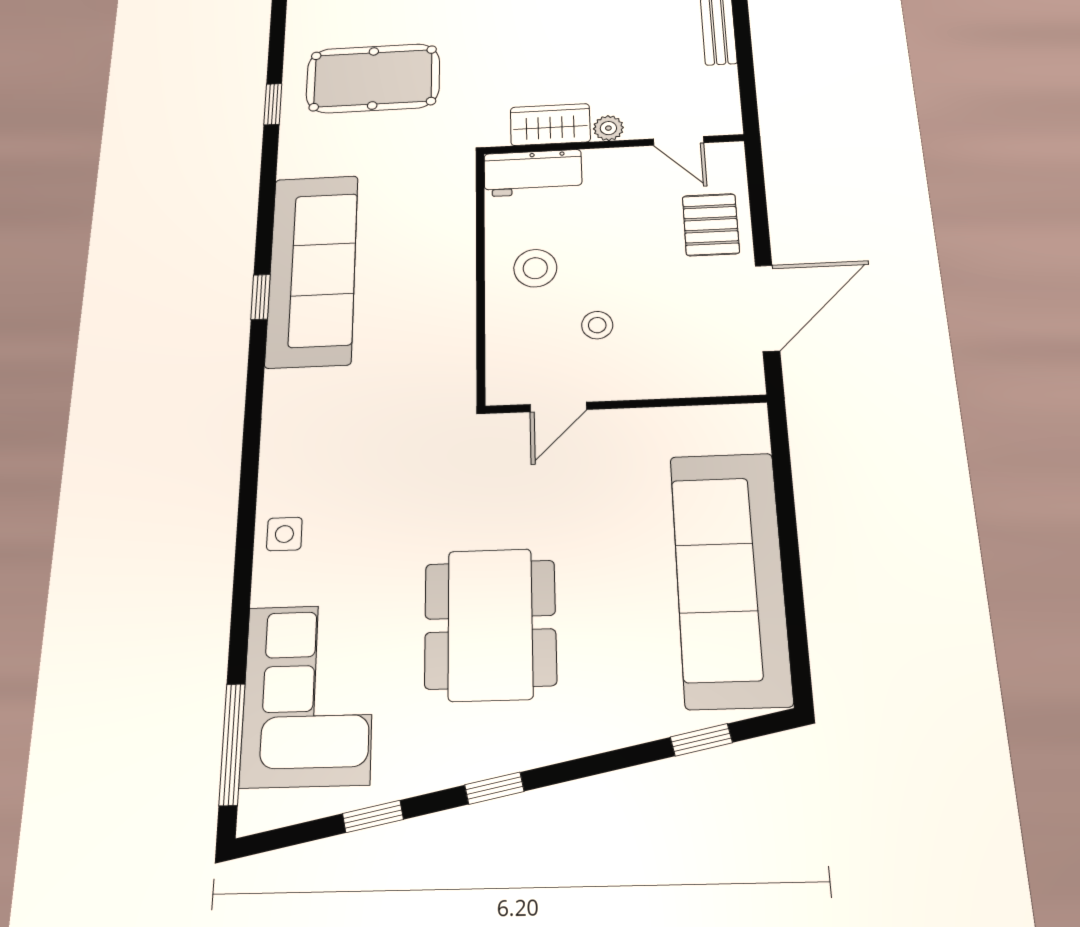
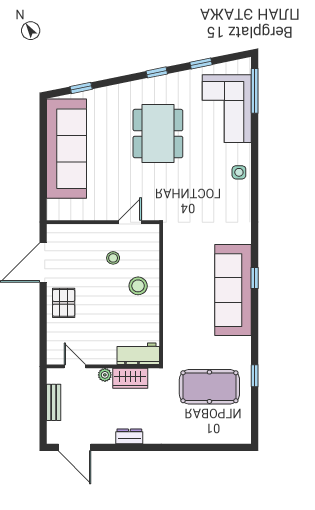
wardrobe: (550, 125) -> (130, 378), moved
plant: (608, 128) -> (105, 375), moved
door: (678, 141) -> (75, 366), moved
wall: (613, 144) -> (103, 366), moved
workbench: (533, 173) -> (138, 354), moved

